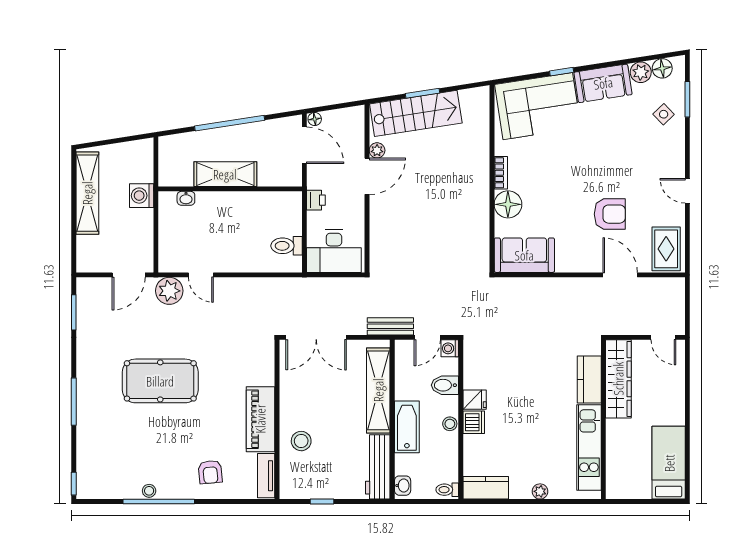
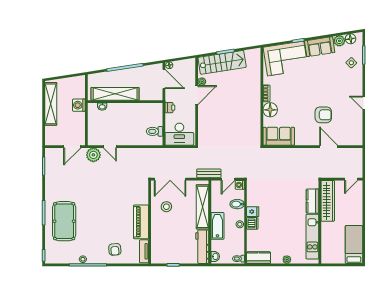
shelving: (225, 174) -> (115, 94), width x1.47
rug: (666, 249) -> (353, 133), removed
door: (663, 337) -> (351, 179), hinge flipped
pool table: (160, 381) -> (64, 221), moved, turned 90
stool: (301, 441) -> (166, 207), moved

